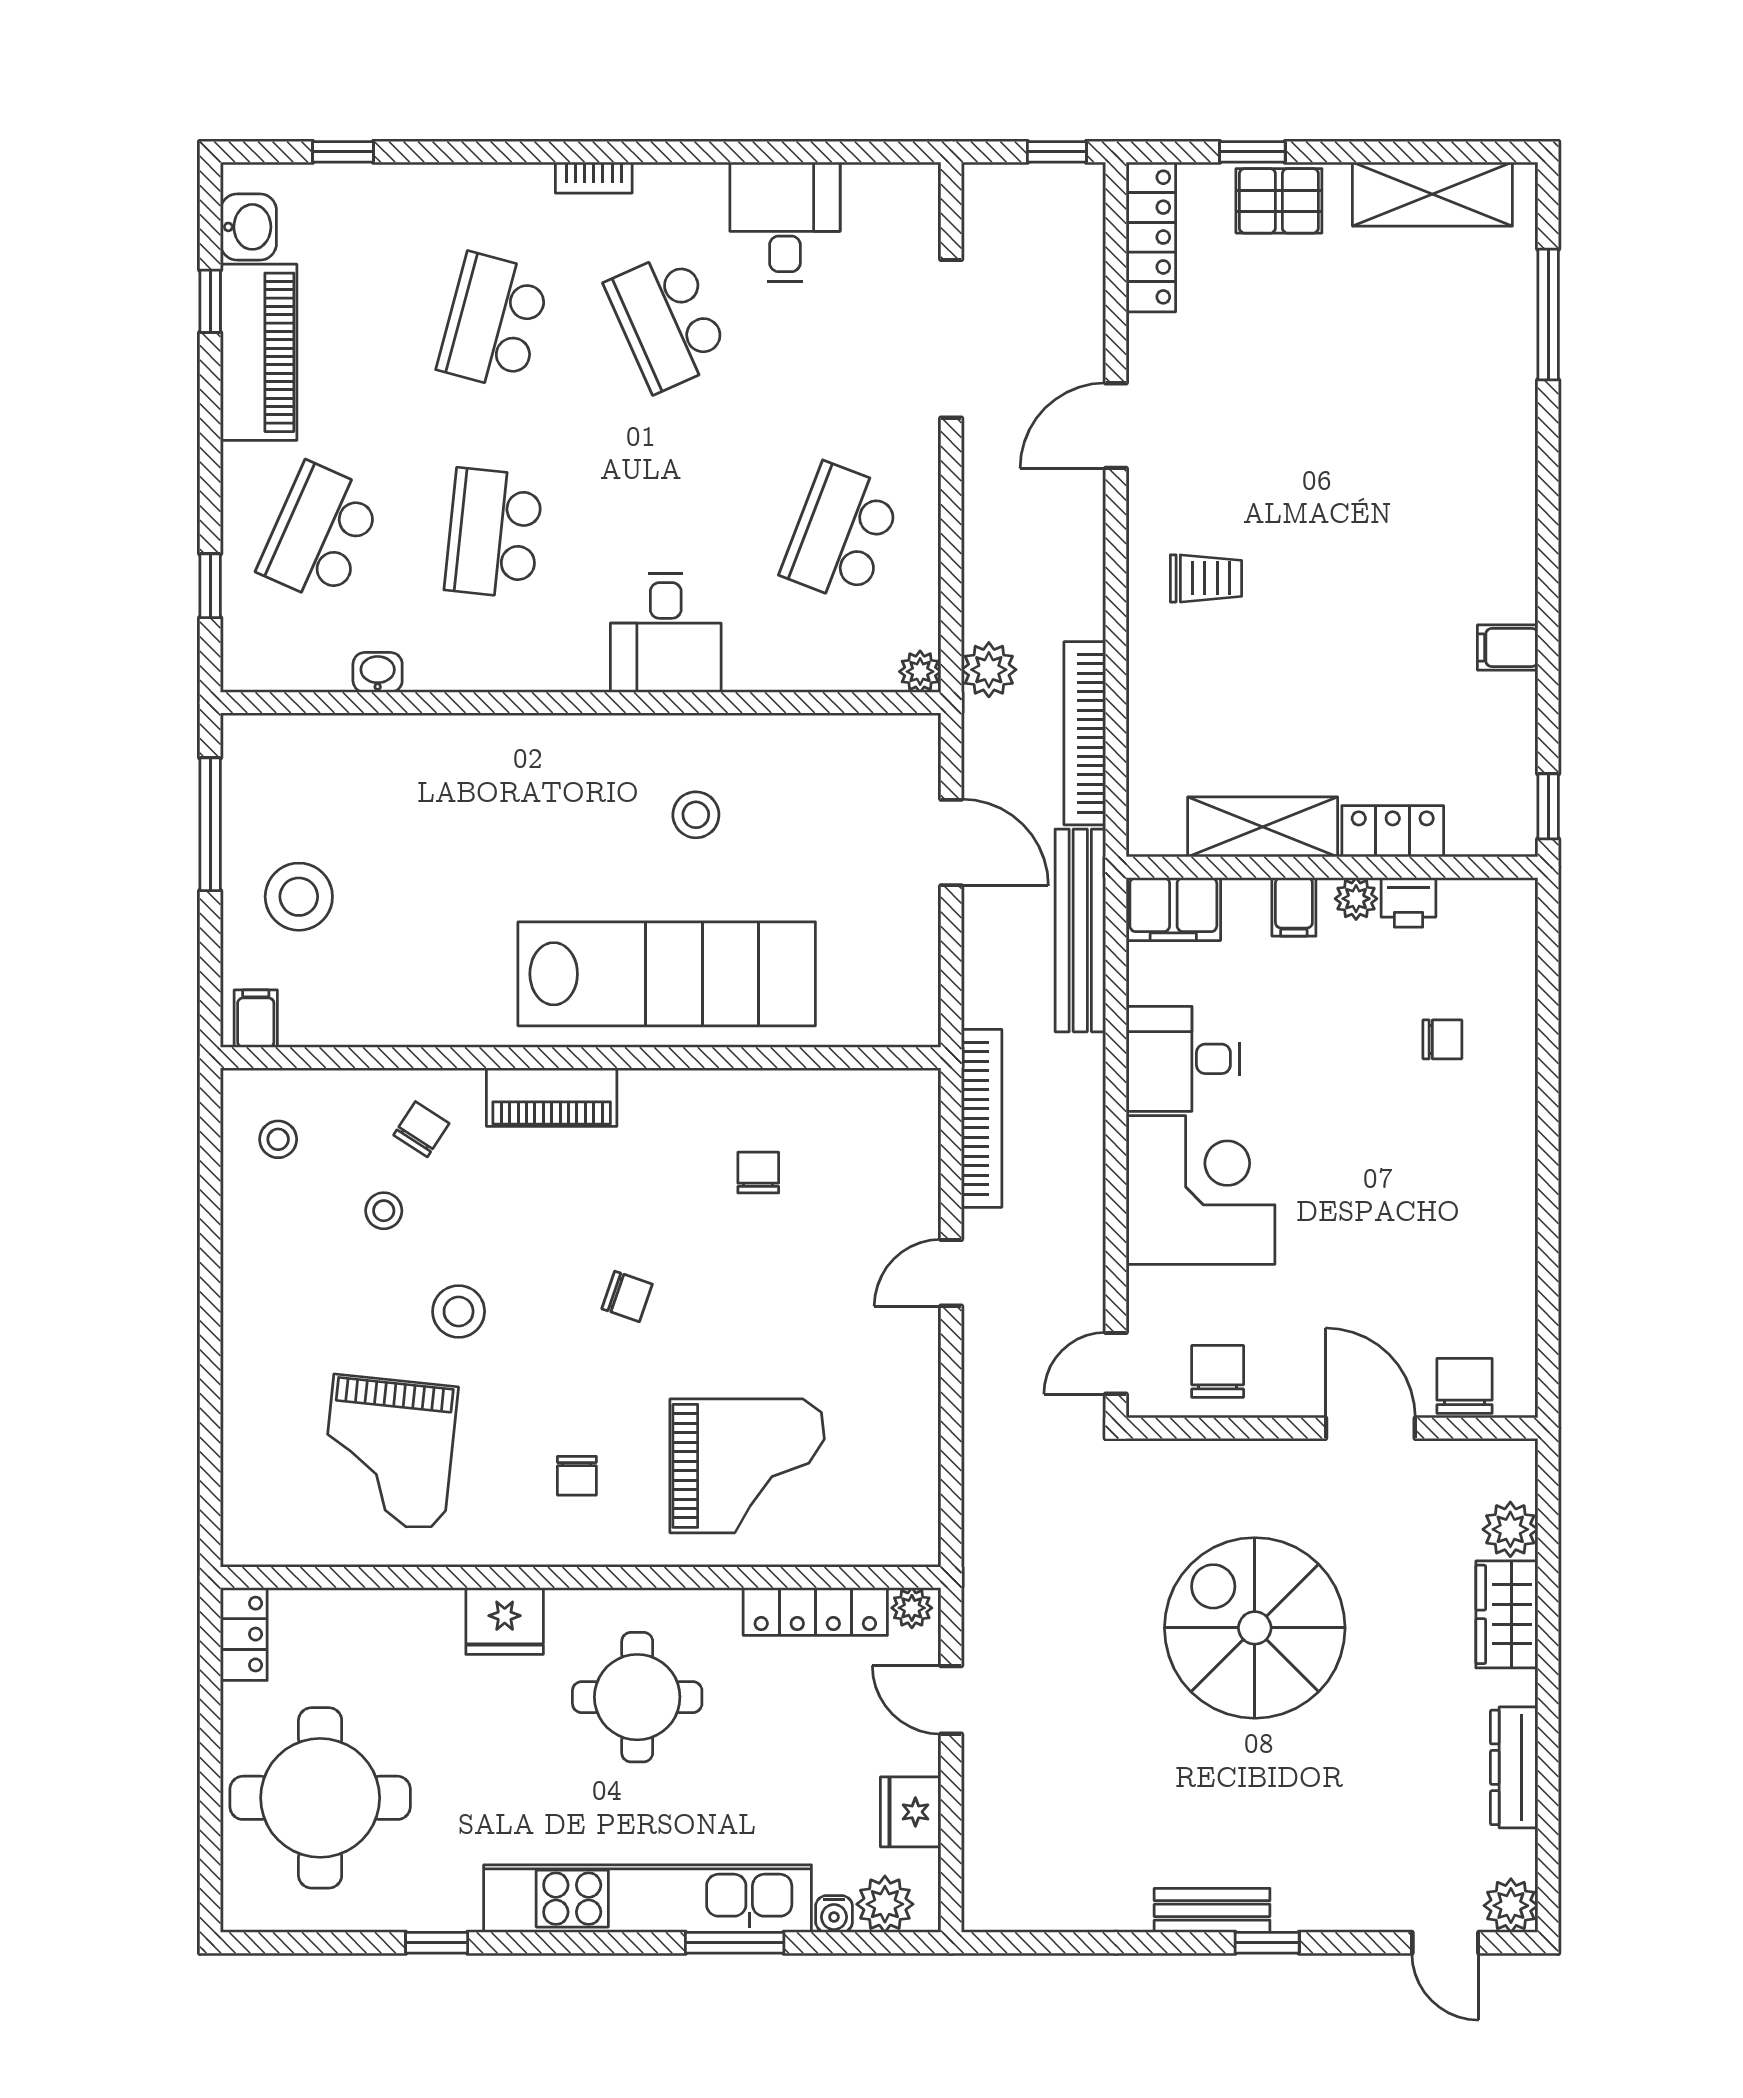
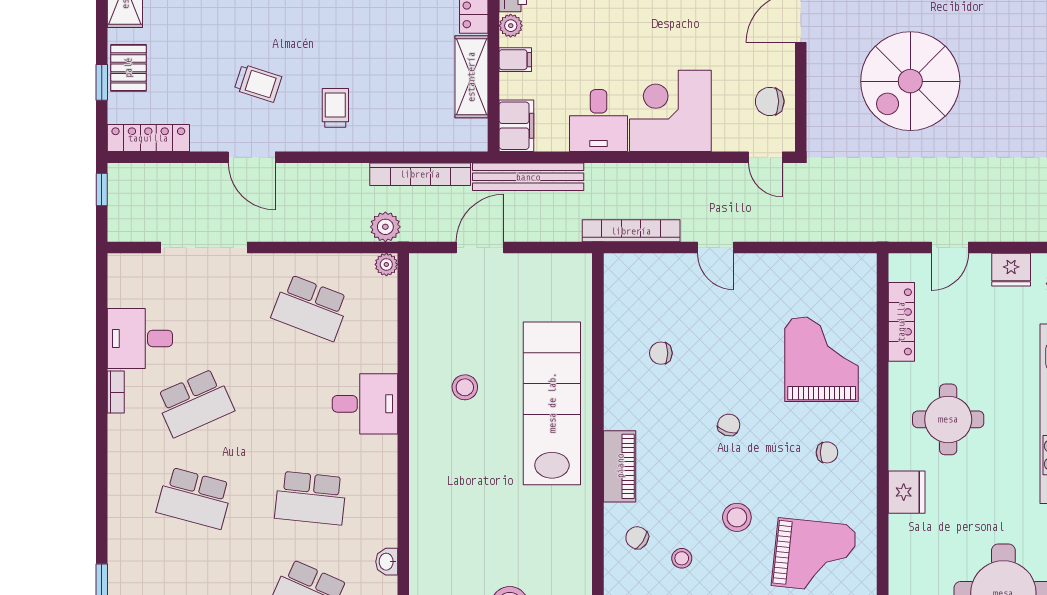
bookcase: (594, 178) -> (116, 392), moved
trolley: (1251, 437) -> (258, 83), added
plant: (912, 1608) -> (899, 269), removed

